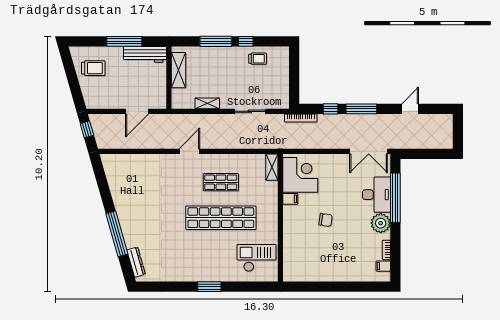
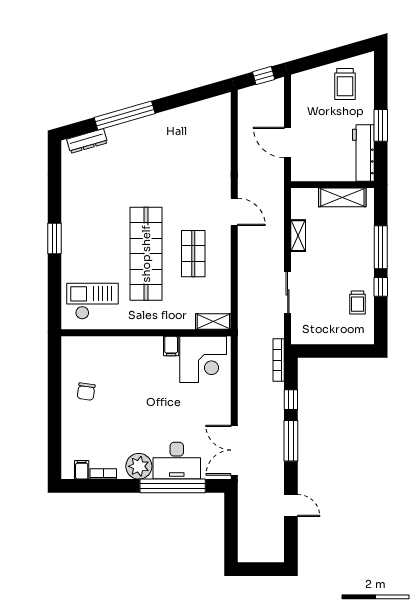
window: (124, 41) -> (381, 125), width x0.69
chair: (326, 220) -> (86, 391), moved
checkout: (256, 258) -> (93, 301), turned -90

